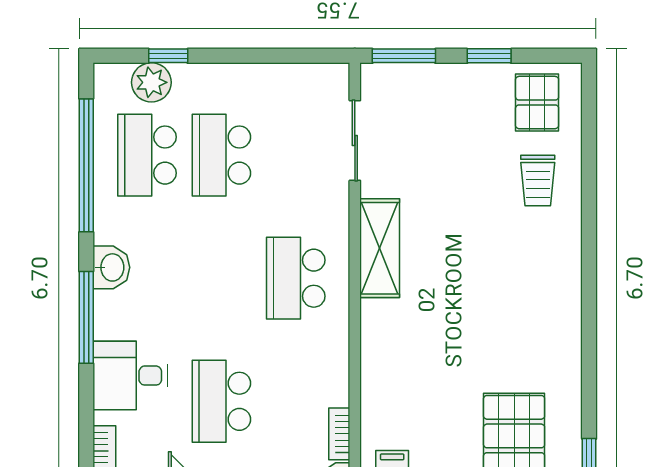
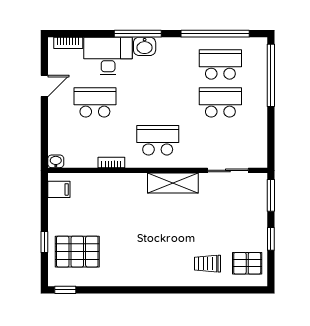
window: (168, 56) -> (271, 75), width x3.17
plant: (151, 82) -> (257, 67), removed
washbasin: (111, 267) -> (145, 46), moved
desk: (130, 376) -> (108, 56), width x1.37
bookcase: (339, 434) -> (111, 162), moved

